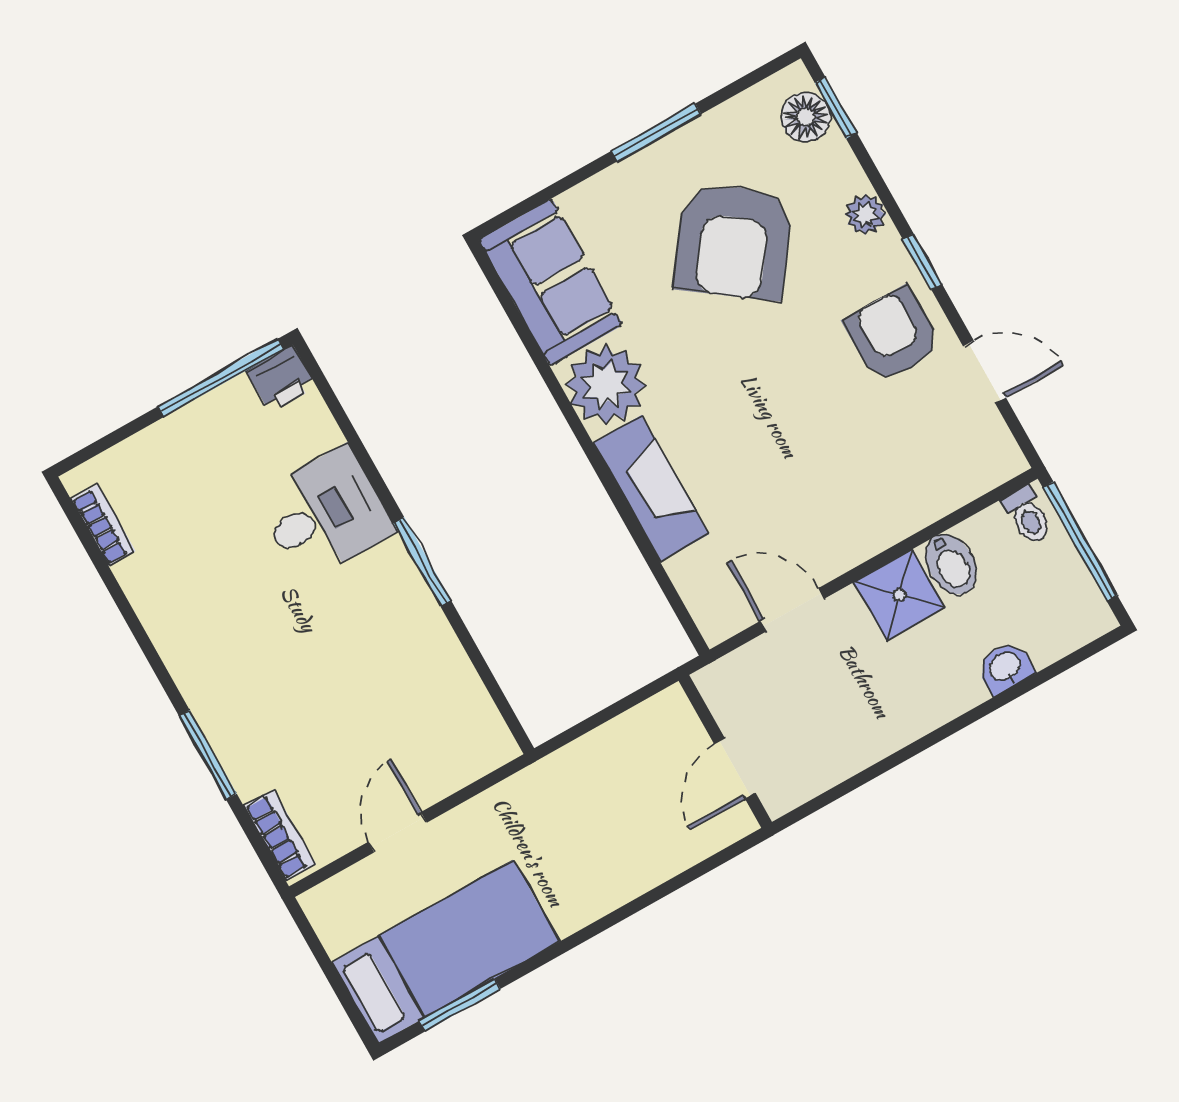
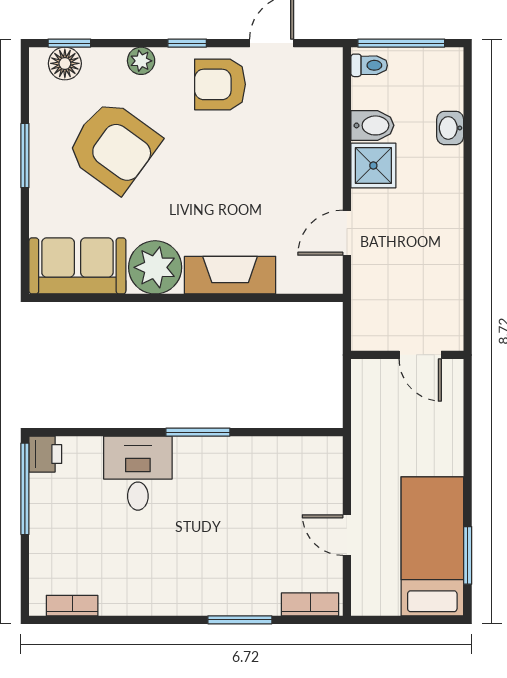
wall: (725, 751) -> (407, 355), moved
door: (735, 768) -> (420, 355), moved

